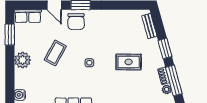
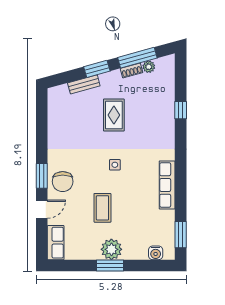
chair: (76, 22) -> (63, 182), turned 90
bench: (149, 26) -> (84, 84), moved
window: (10, 35) -> (110, 265), moved
coffee table: (55, 53) -> (102, 208), turned 61

